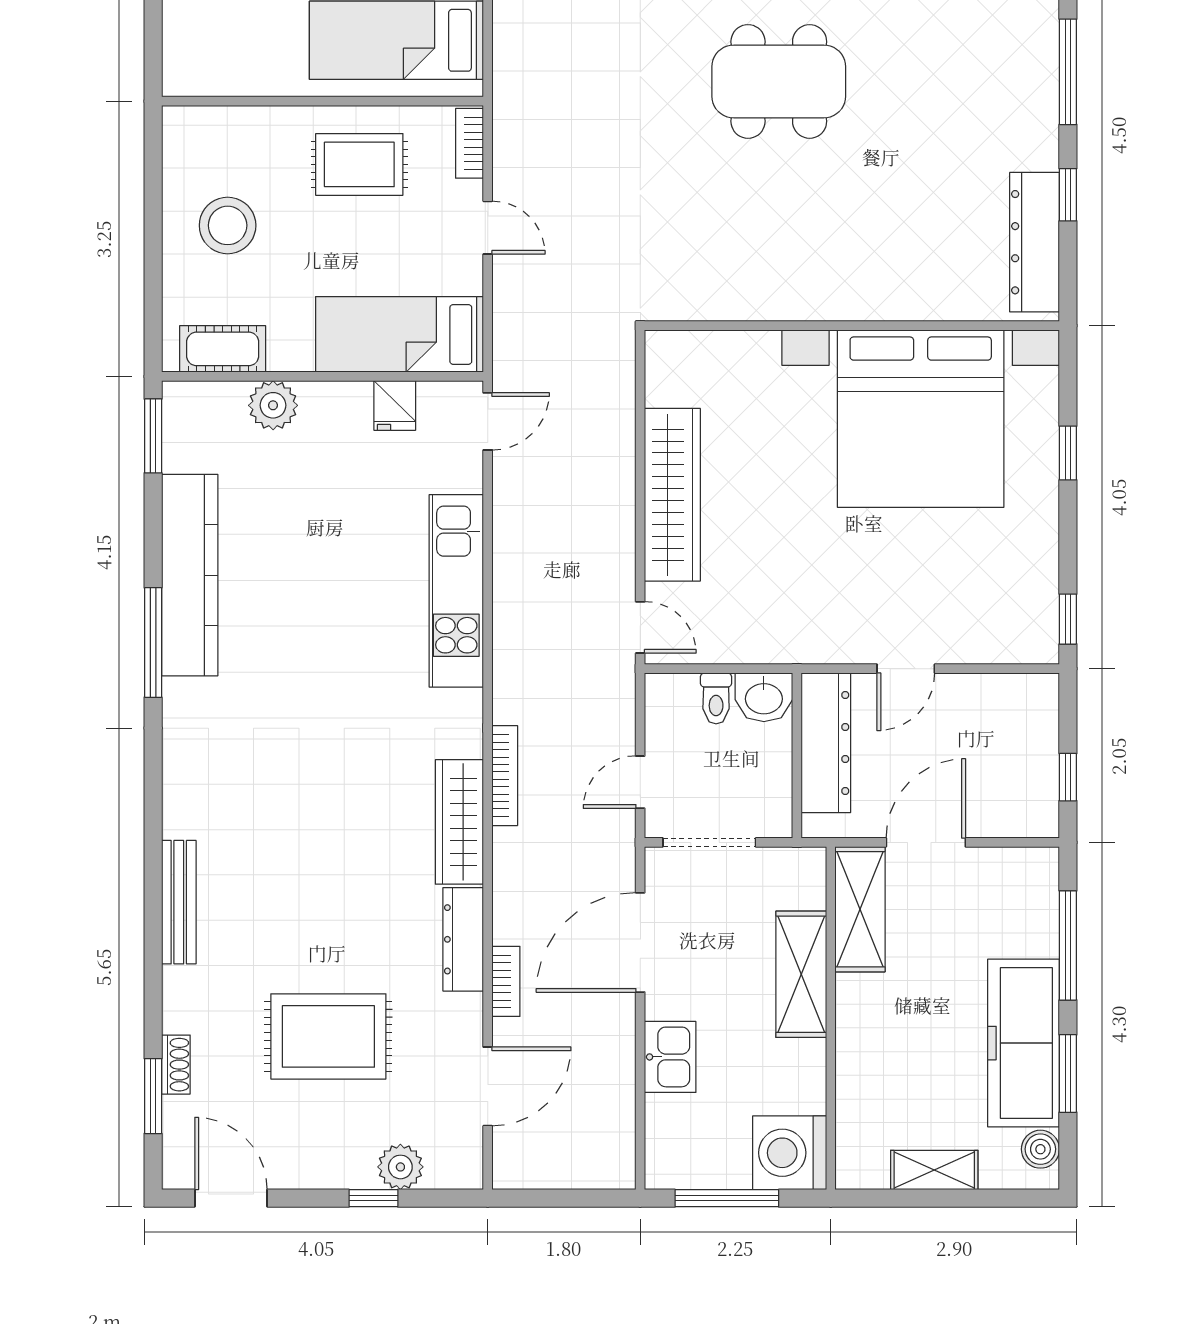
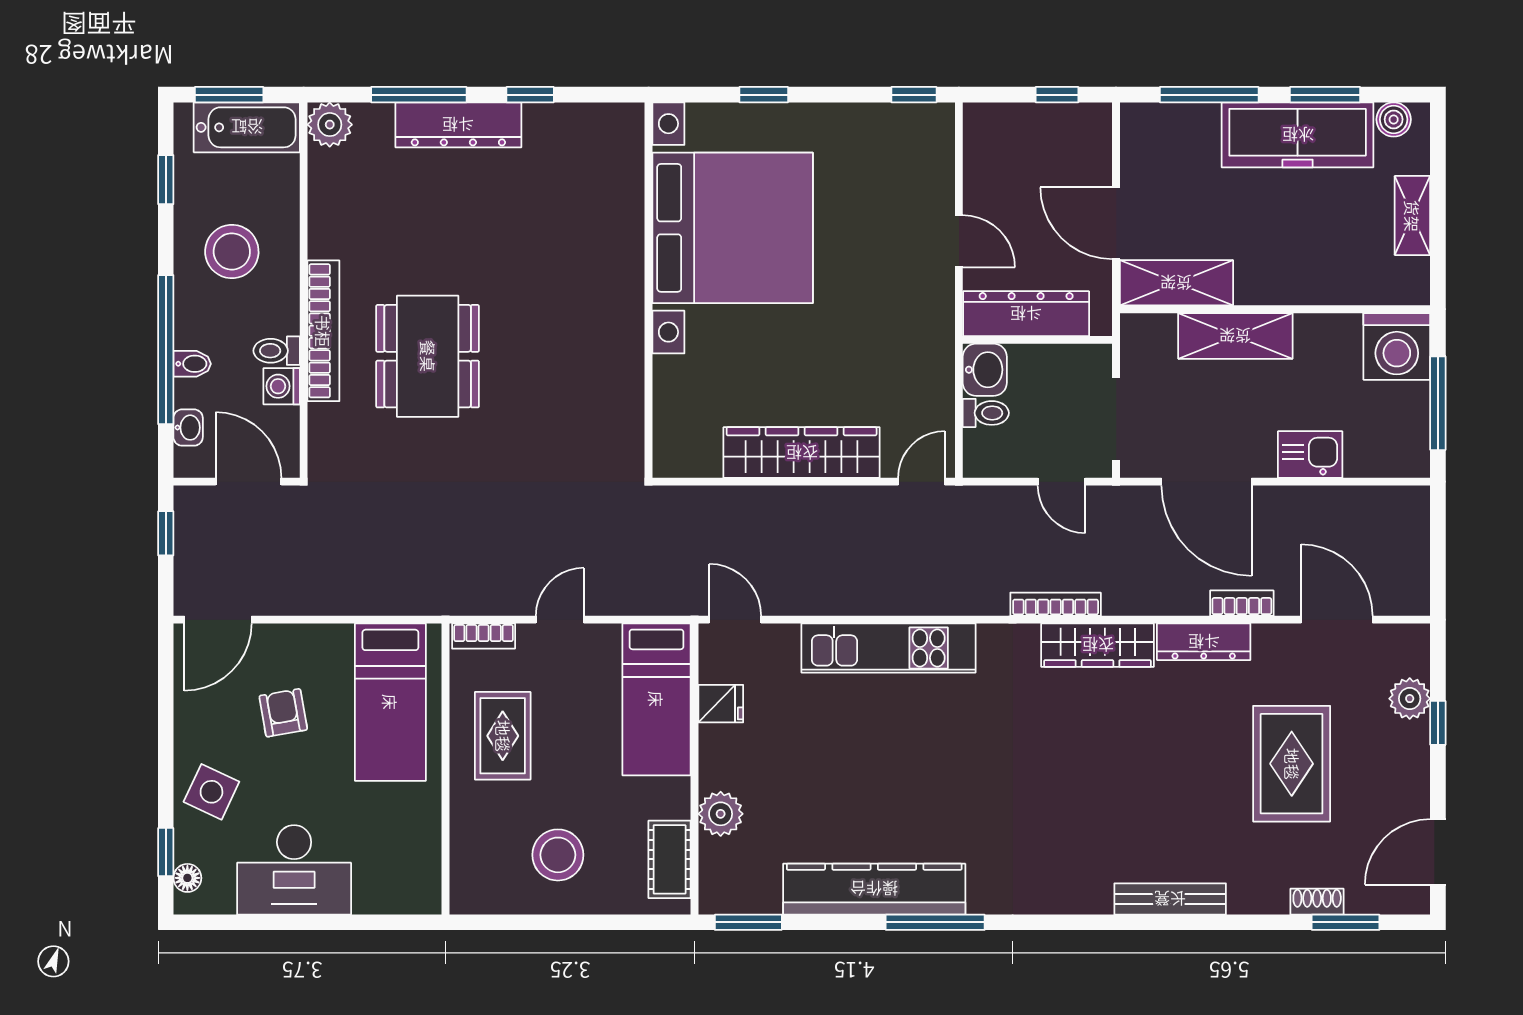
dresser: (1035, 242) -> (458, 125), moved

